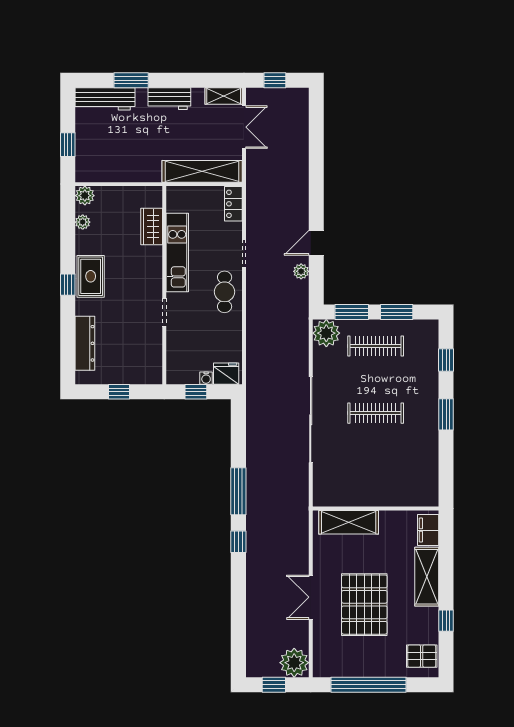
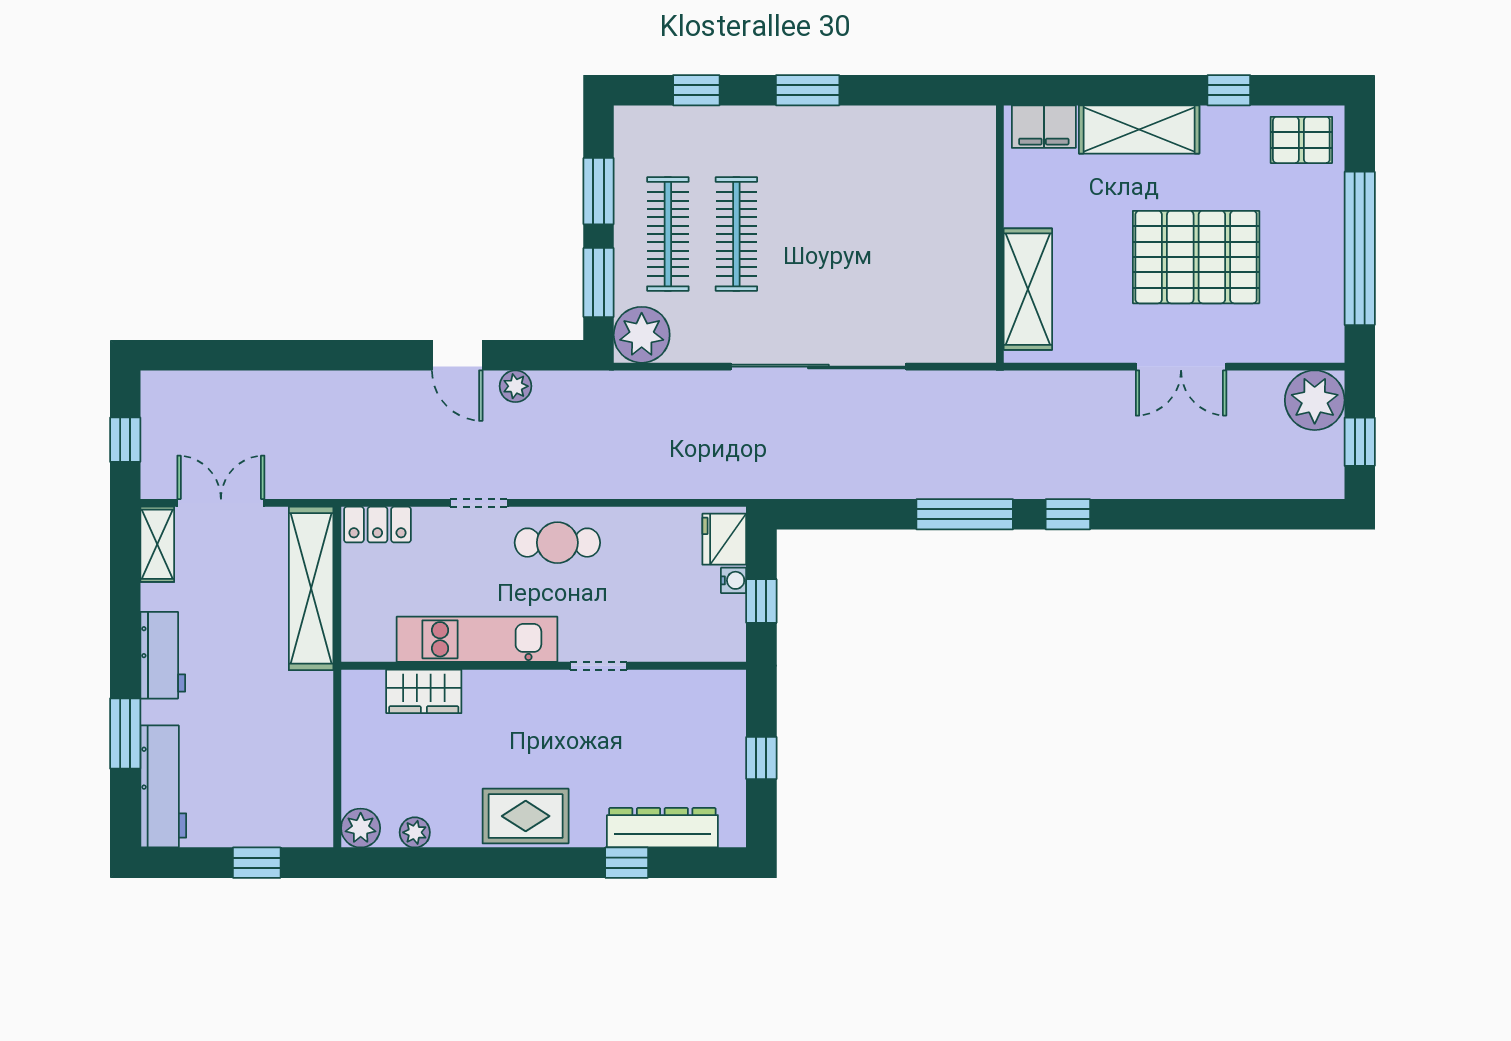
window: (68, 285) -> (627, 863), moved
clothes rail: (376, 413) -> (736, 234), moved
pallet: (422, 656) -> (1301, 140), turned 90

